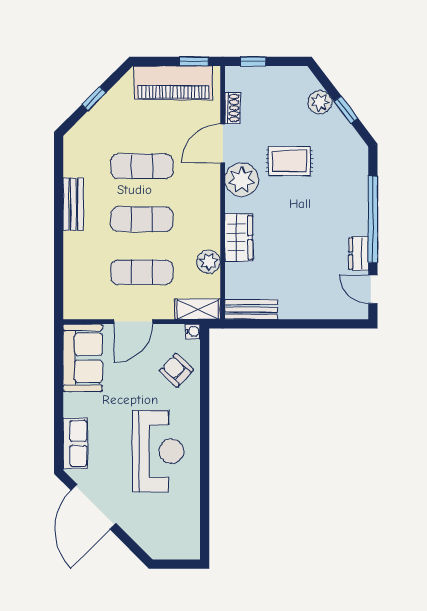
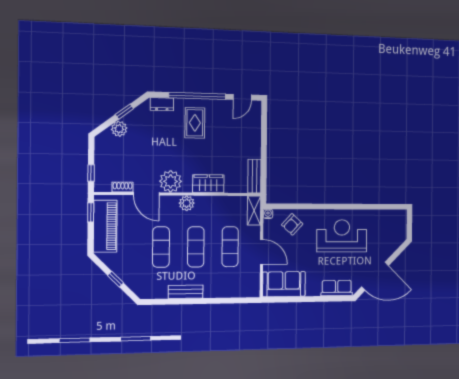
rug: (289, 161) -> (195, 123), moved
dresser: (359, 253) -> (162, 104), moved
plant: (209, 262) -> (187, 203), moved

